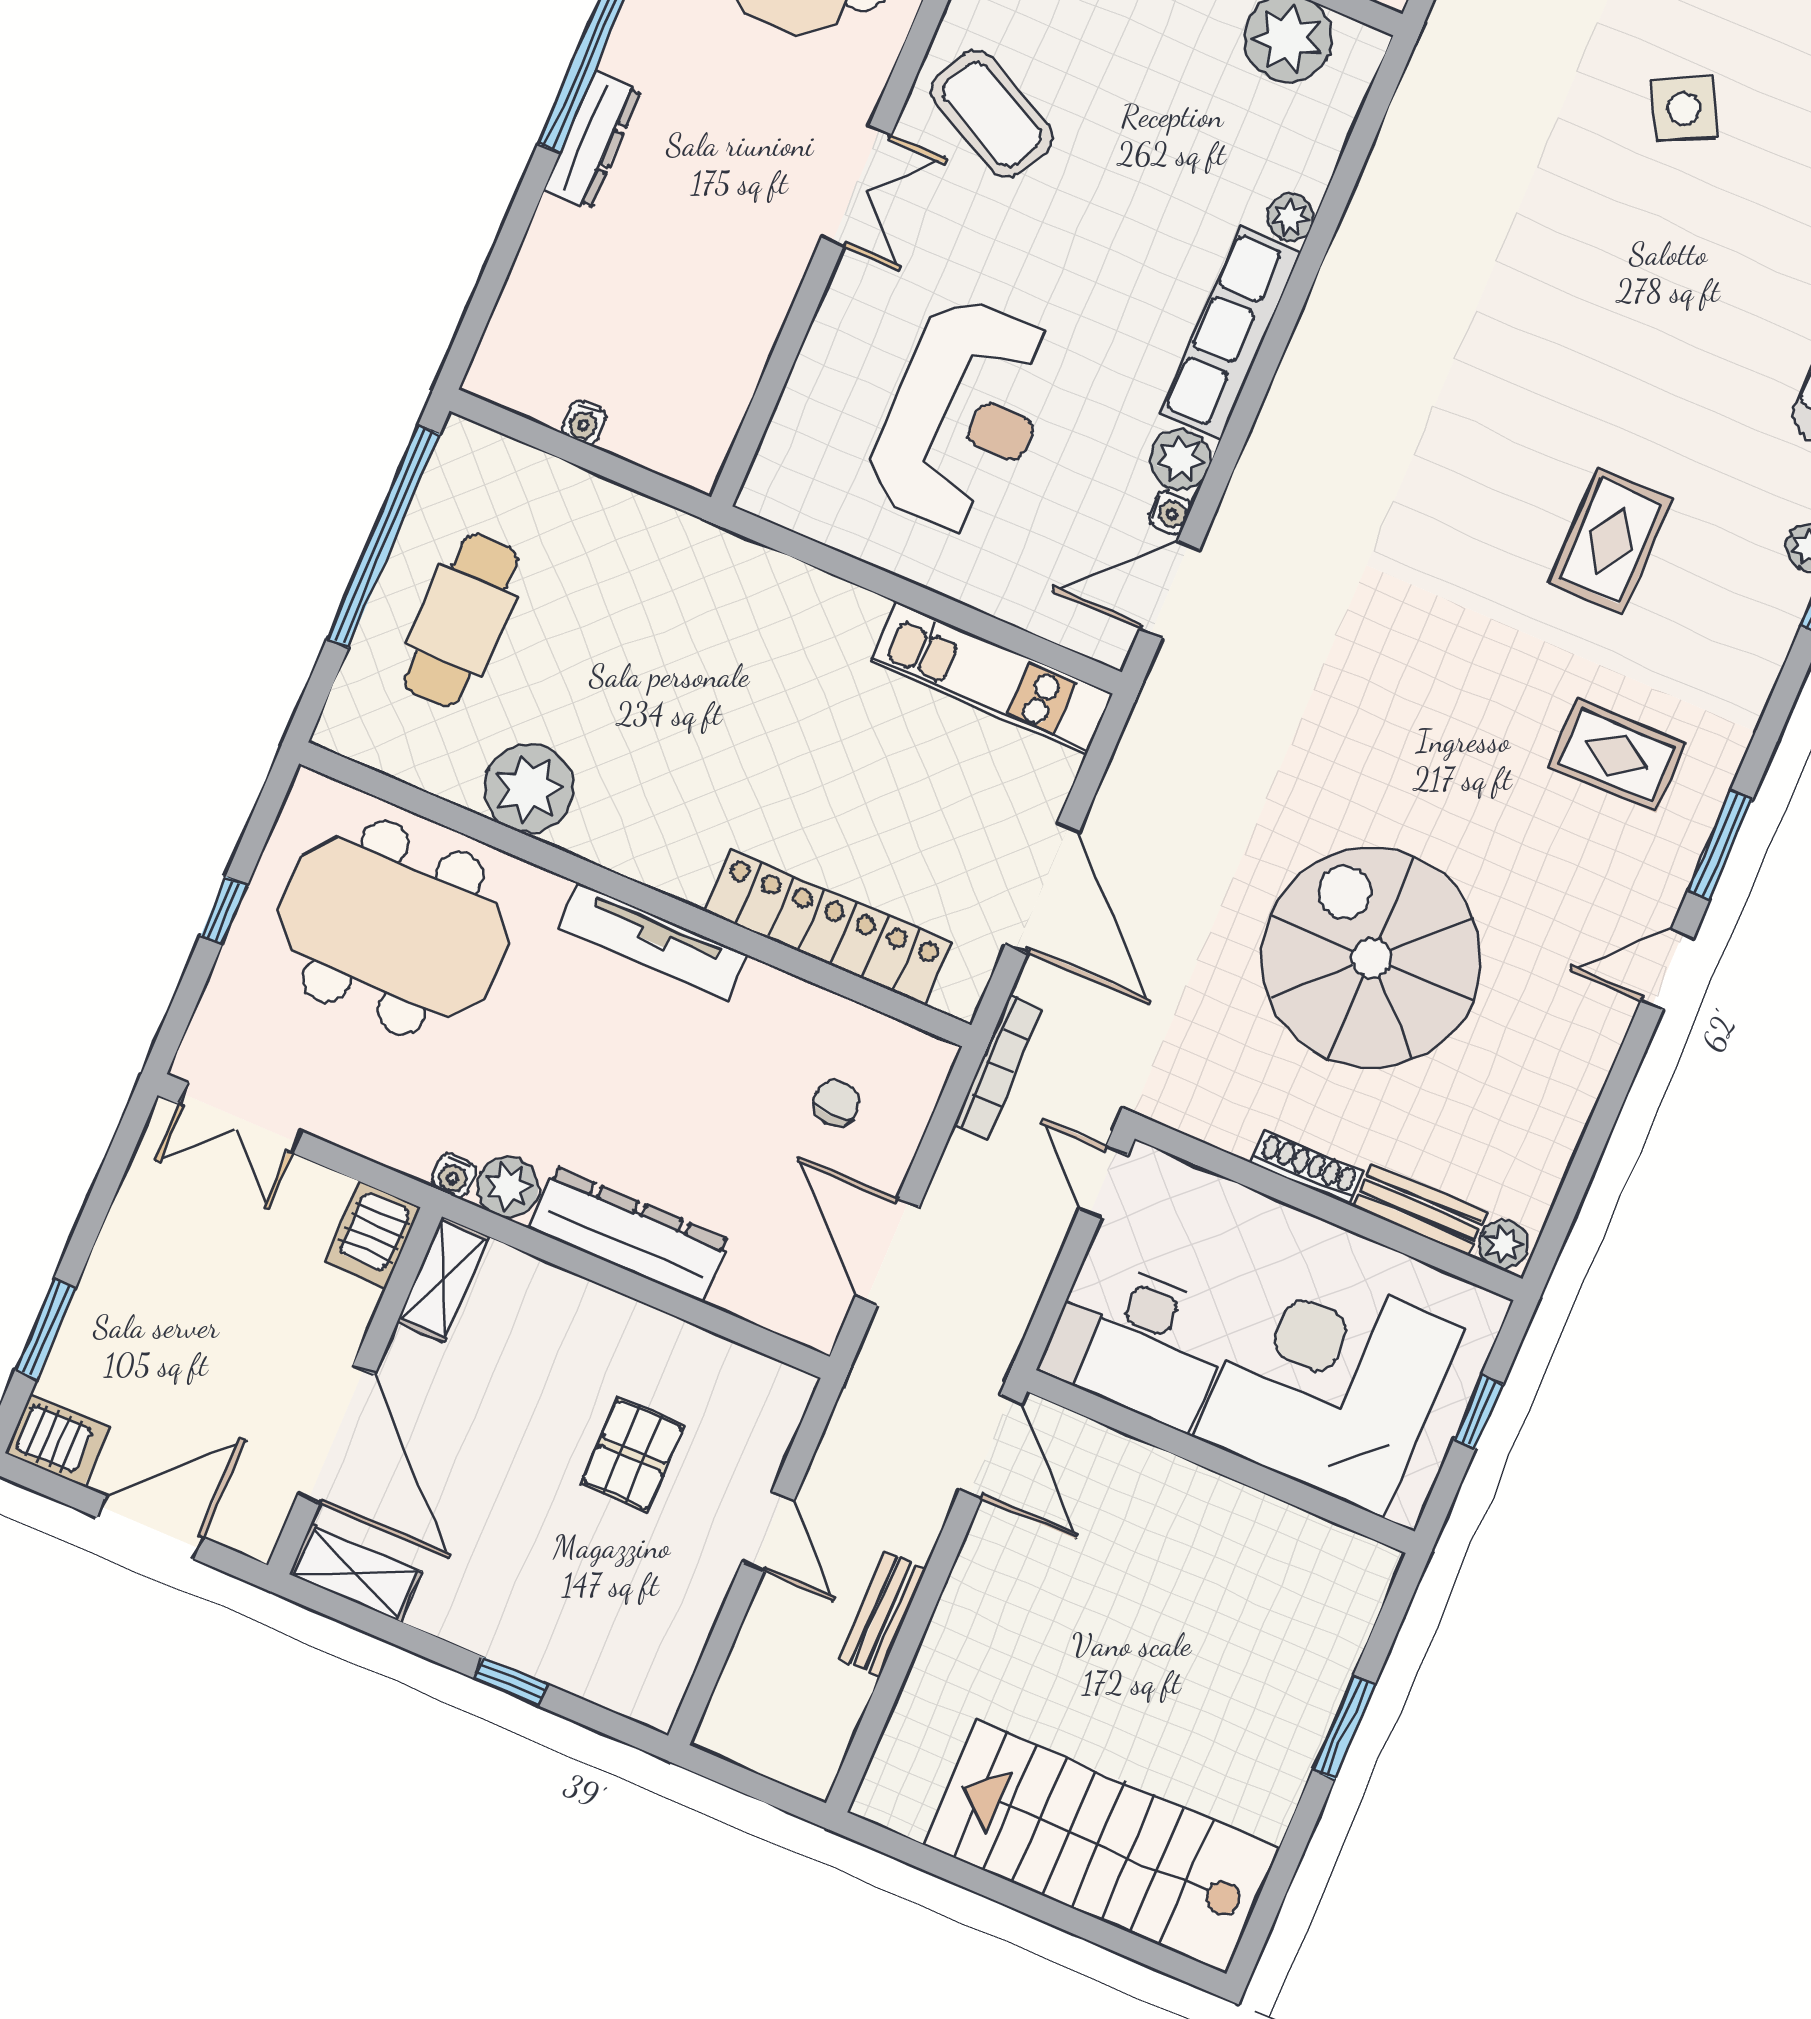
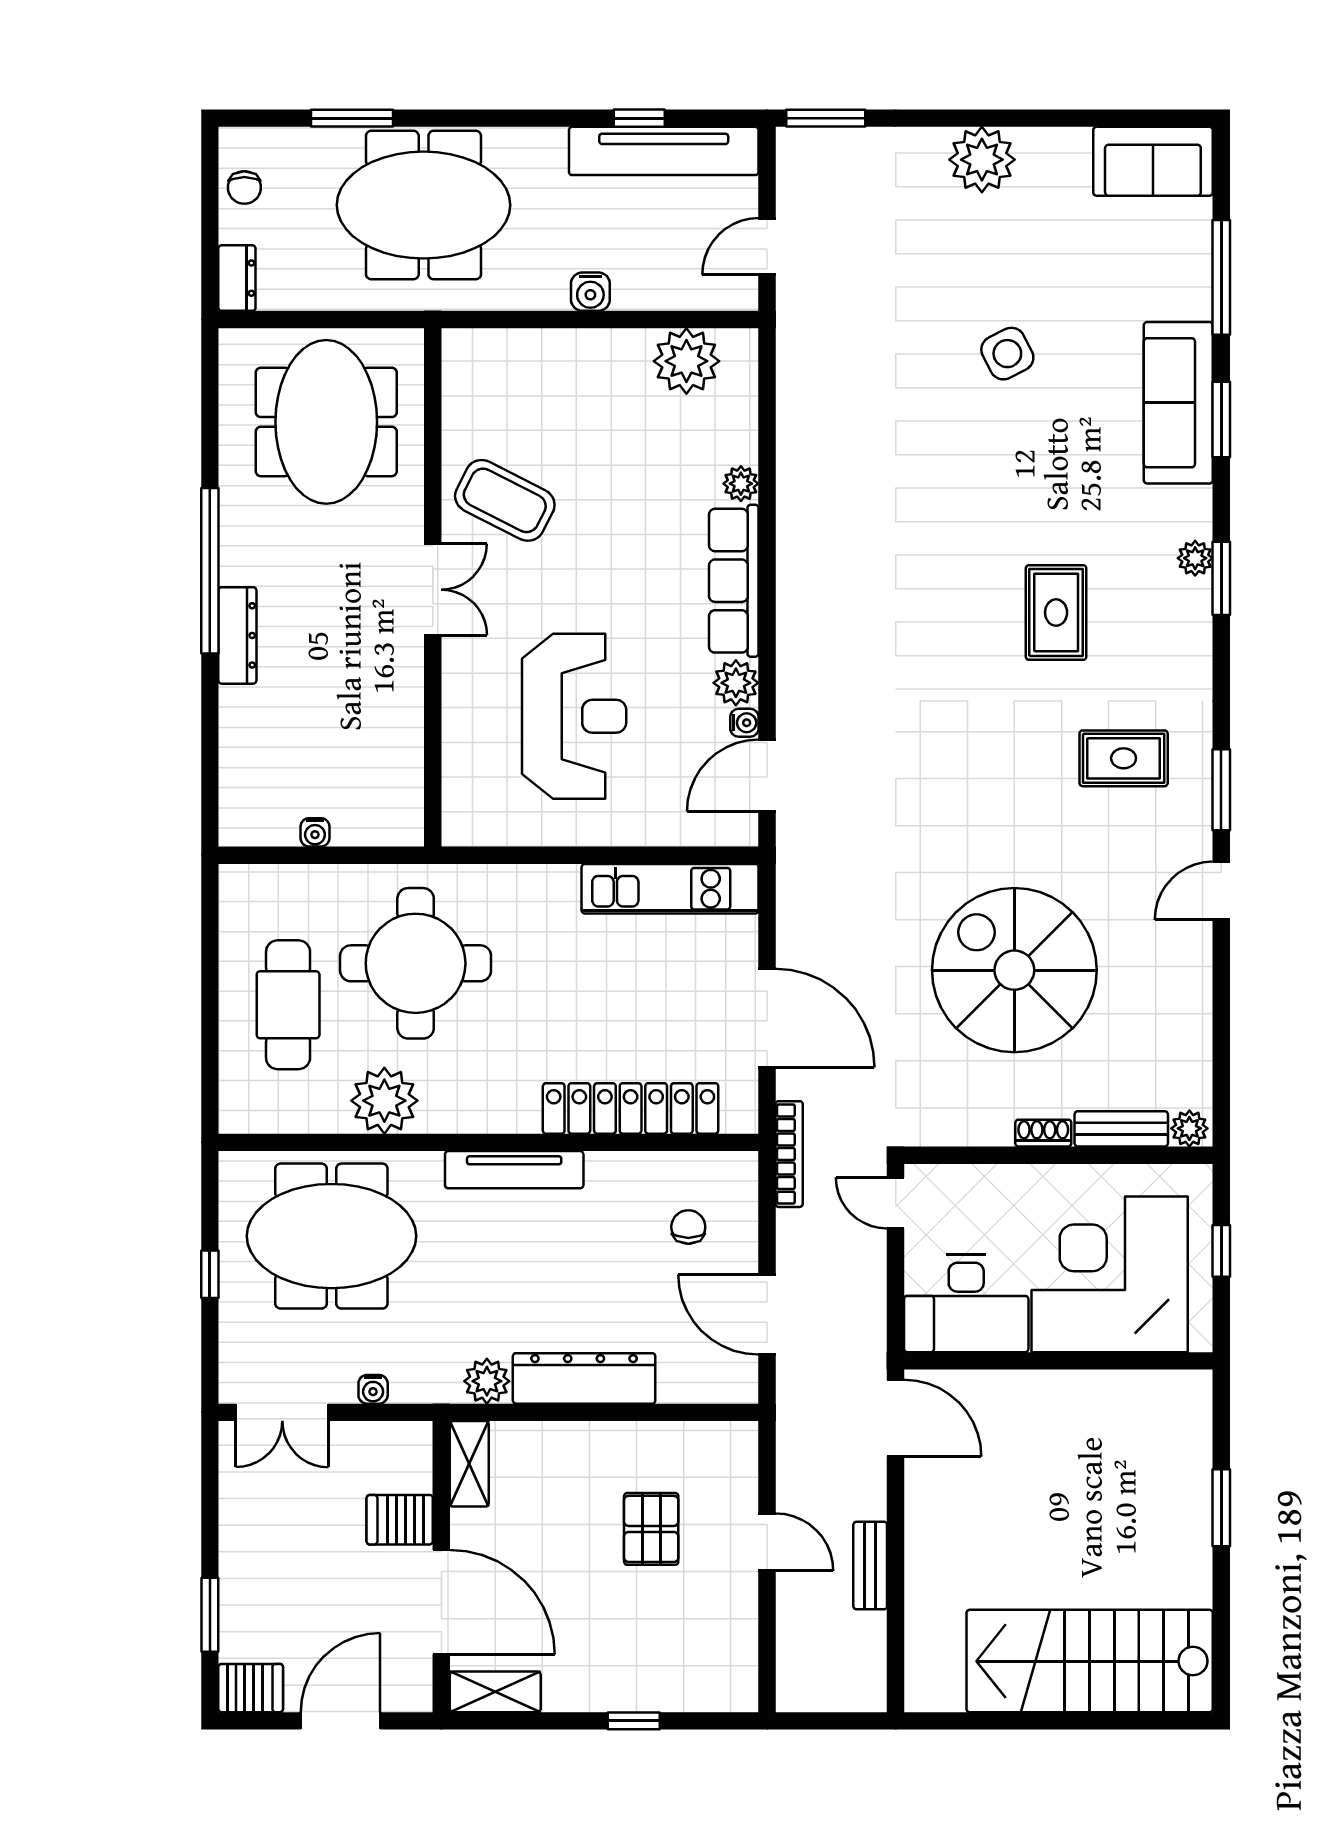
side table: (1684, 109) -> (1007, 354), moved
window: (383, 536) -> (210, 970), removed
round table: (639, 636) -> (416, 963), added
shoe rack: (1307, 1167) -> (1043, 1133), width x0.70
water cooler: (454, 1176) -> (373, 1389), moved
server rack: (373, 1235) -> (400, 1520), moved, turned 90

